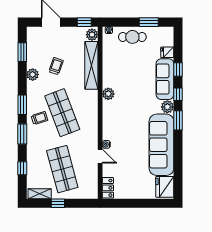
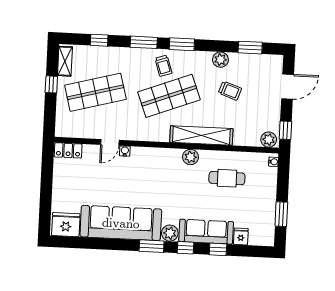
cafe table: (132, 37) -> (227, 178), moved, turned 90
shelving: (91, 65) -> (201, 135), moved

